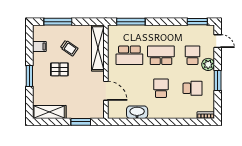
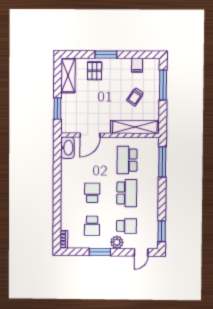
pallet: (59, 69) -> (95, 71), moved
school desk: (161, 88) -> (92, 193), turned -90
washbasin: (137, 112) -> (67, 148), moved

